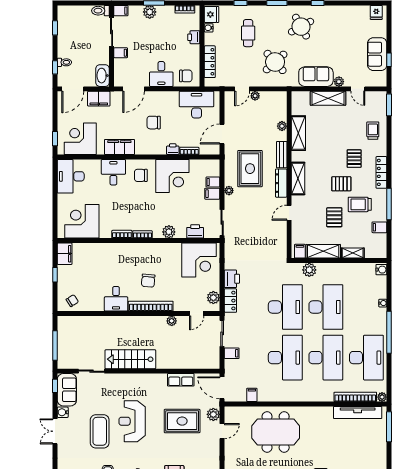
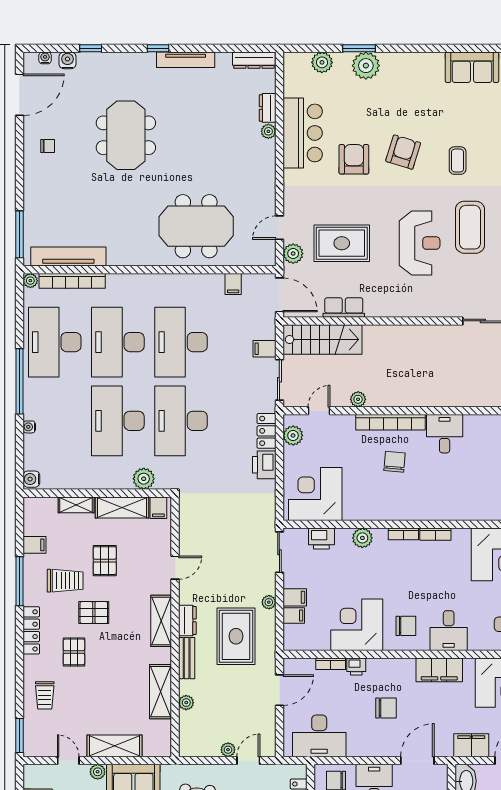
dresser: (281, 183) -> (187, 620), width x0.70
stairs: (130, 359) -> (322, 339), moved

